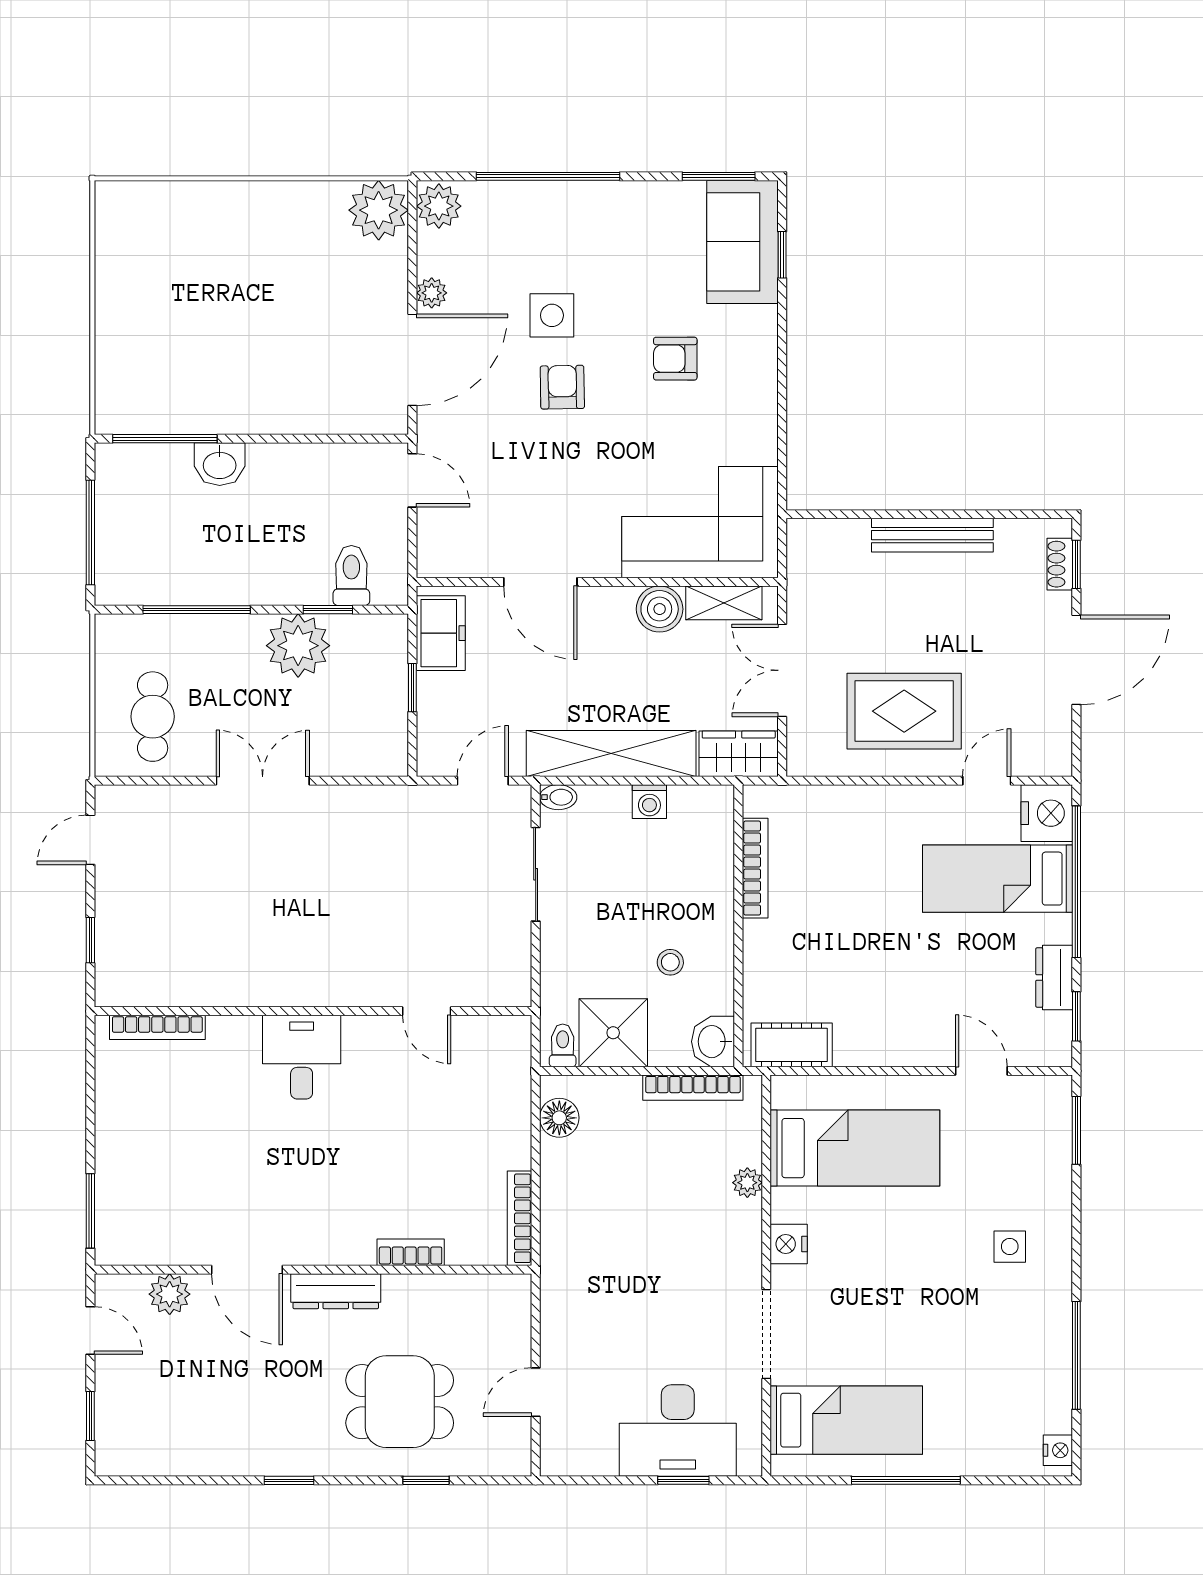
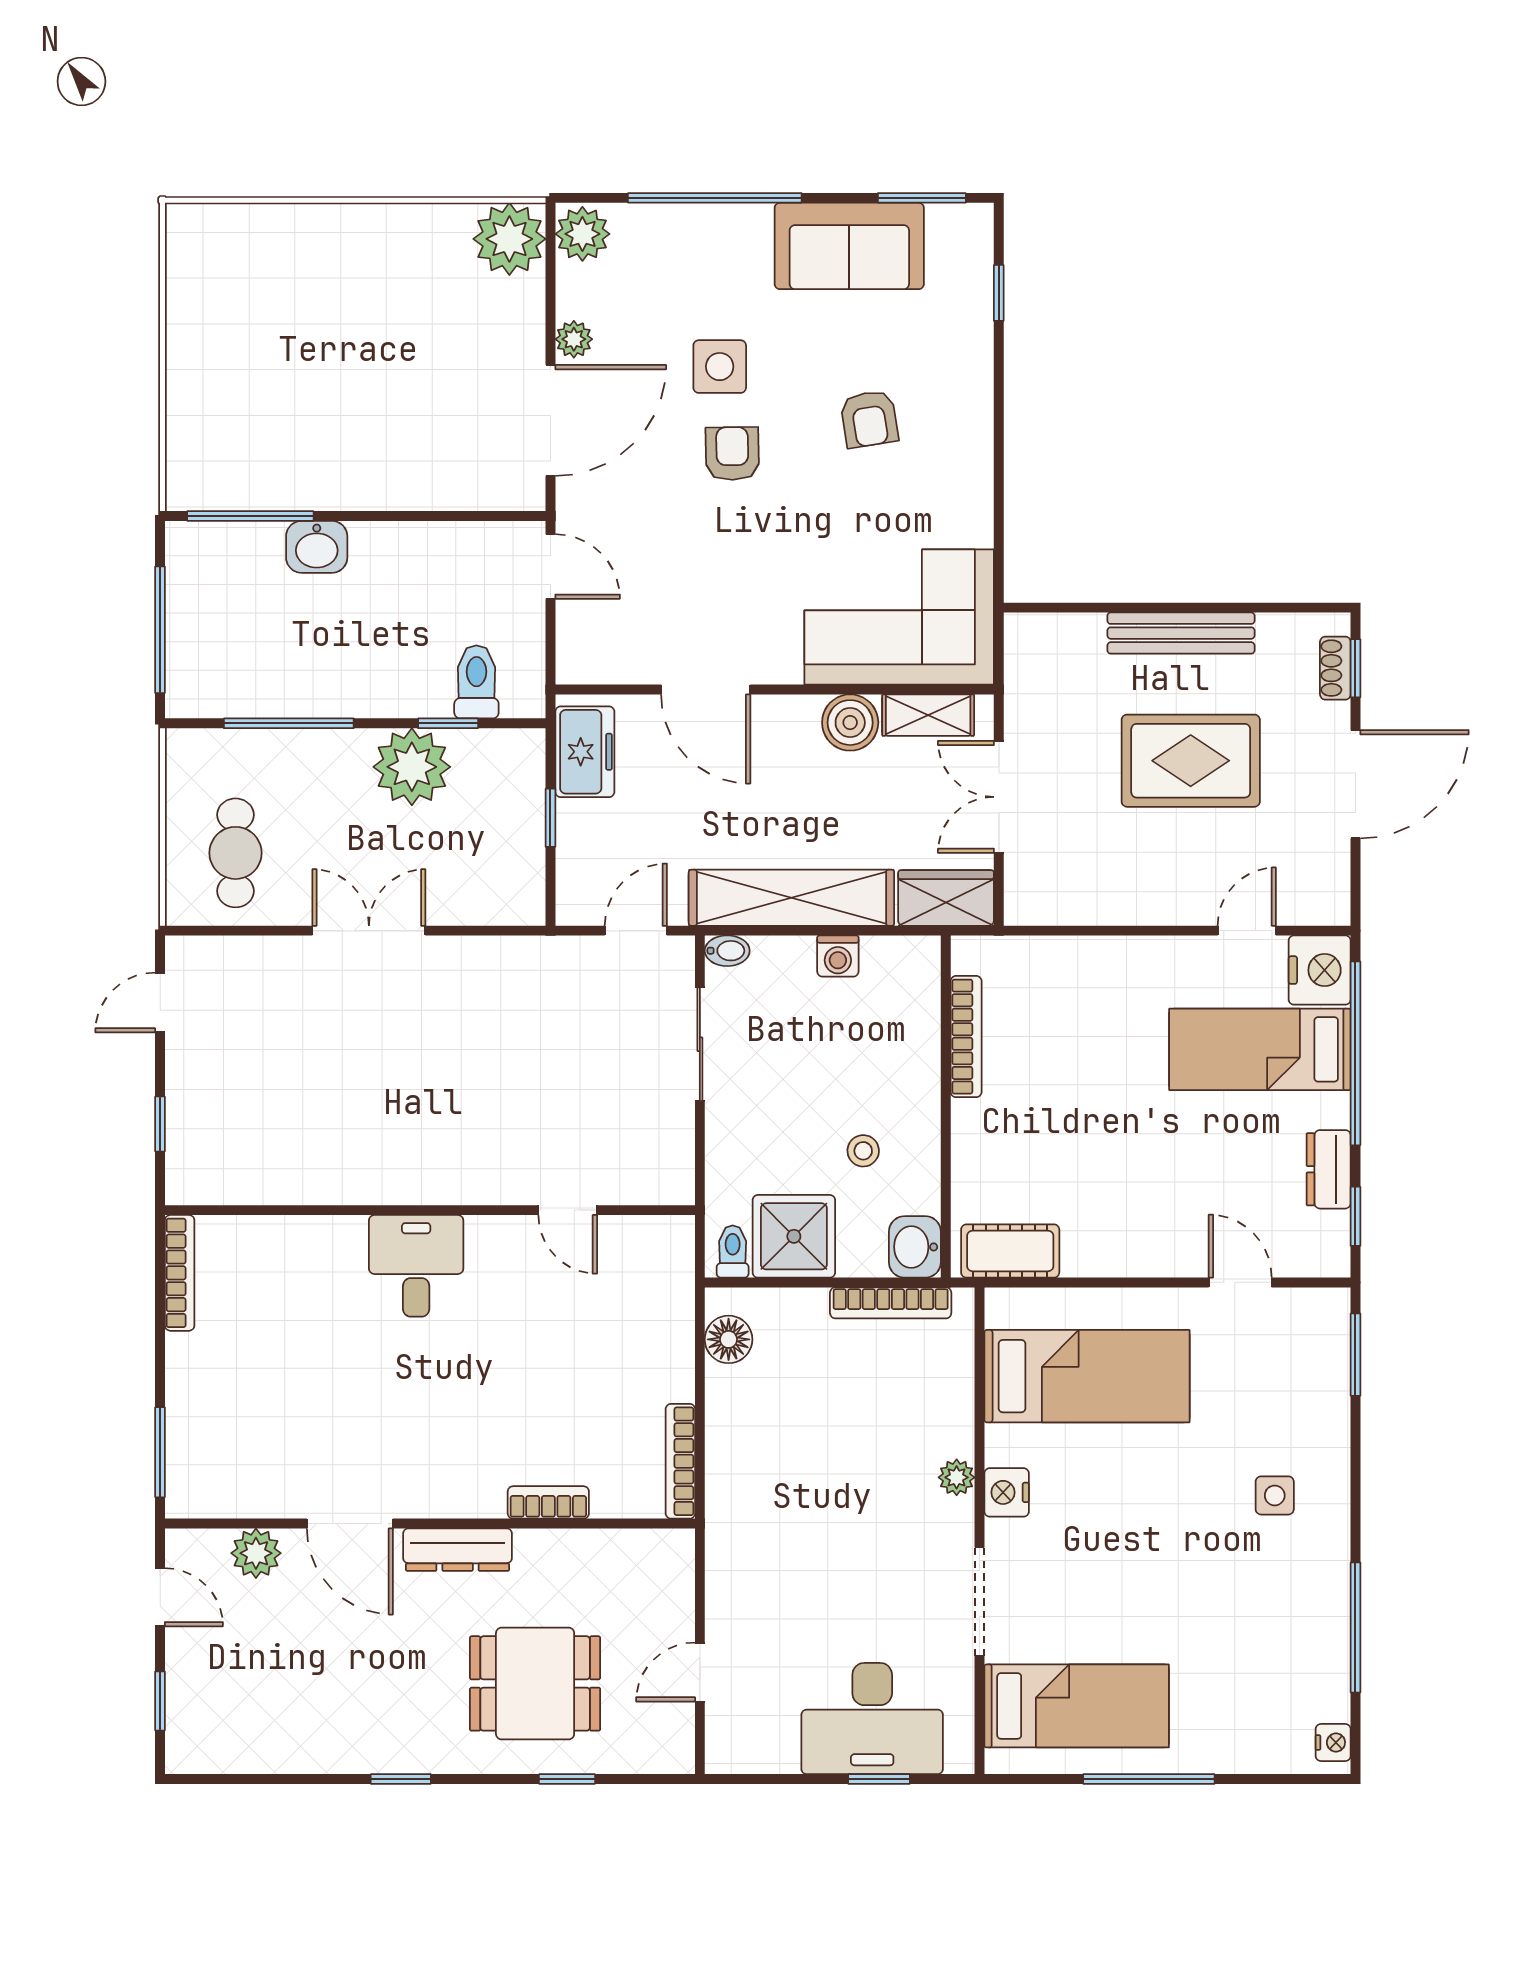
sofa: (743, 242) -> (849, 246), moved, turned -90
armchair: (675, 359) -> (869, 419), turned -99
rug: (904, 711) -> (1191, 761), moved
bookcase: (157, 1027) -> (180, 1273), moved, turned -90
plant: (747, 1183) -> (957, 1477), moved

